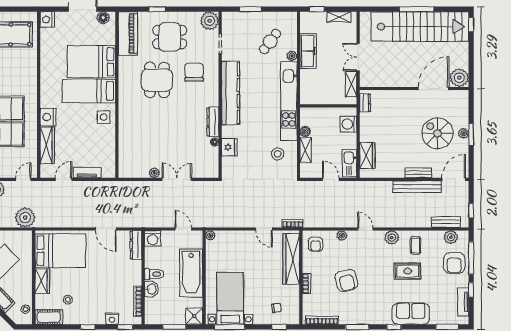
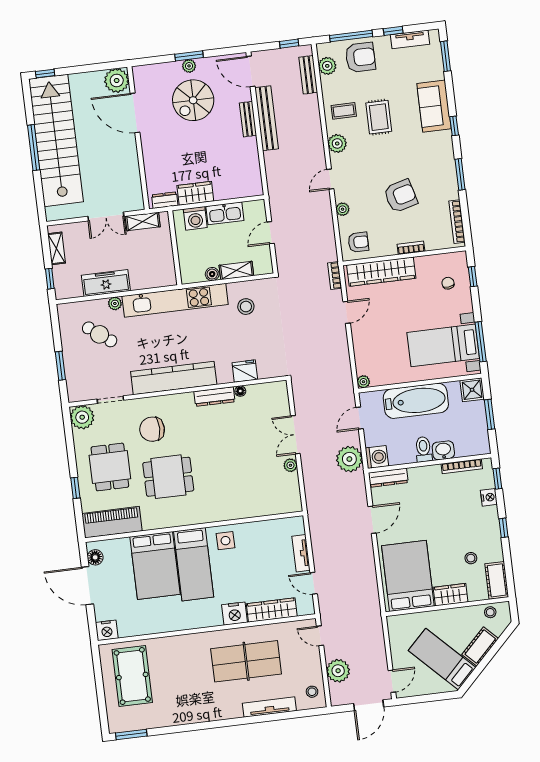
wardrobe: (367, 155) -> (195, 193), moved
kitchen sink: (350, 163) -> (225, 213), moved
plant: (25, 218) -> (349, 459), moved

